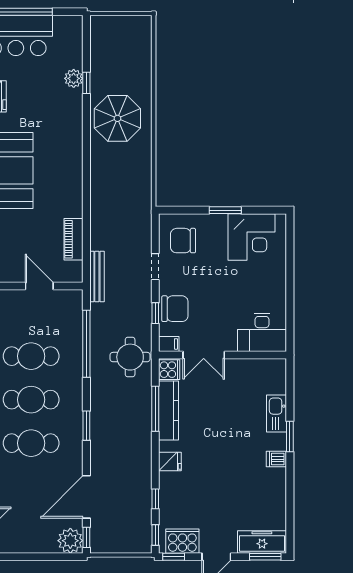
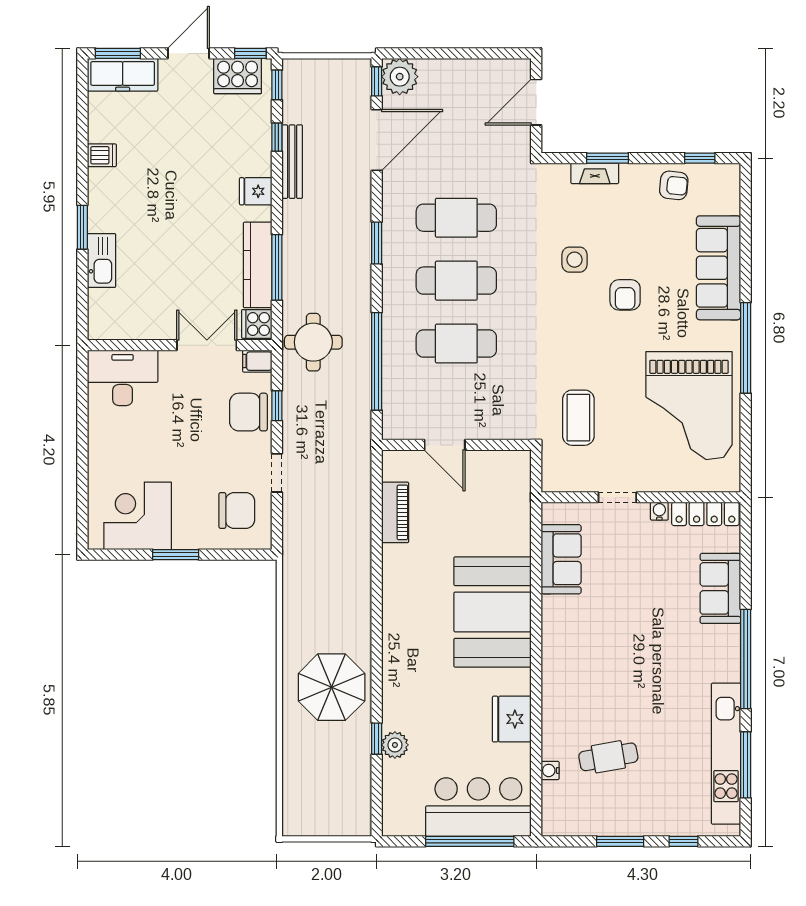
bench: (97, 276) -> (292, 162), moved
dishwasher: (276, 459) -> (102, 155), moved

